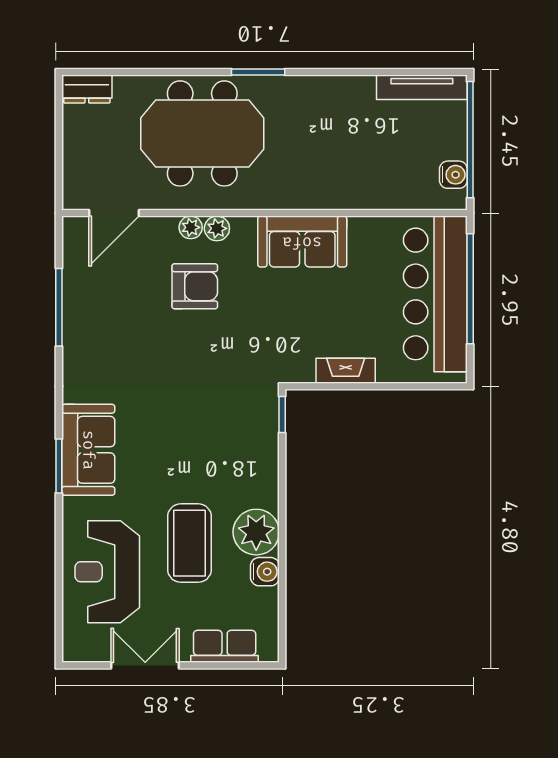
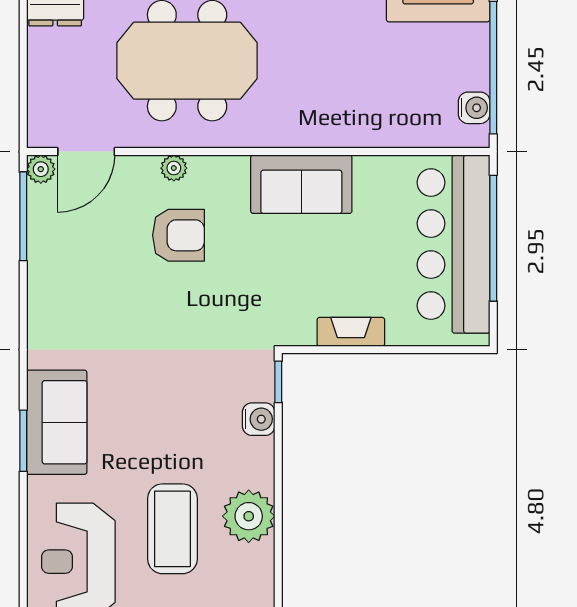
plant: (217, 228) -> (41, 169), moved
window: (59, 307) -> (23, 216), moved
water cooler: (265, 572) -> (259, 419), moved

